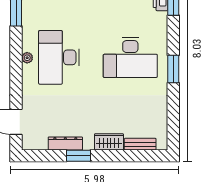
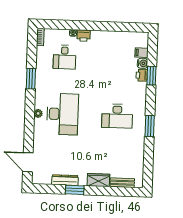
desk: (59, 57) -> (62, 114), turned 180
desk: (130, 57) -> (117, 116), width x0.73, depth x0.77

